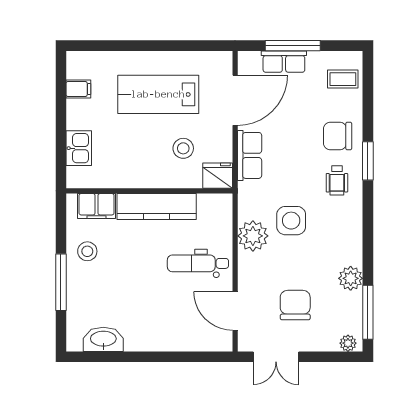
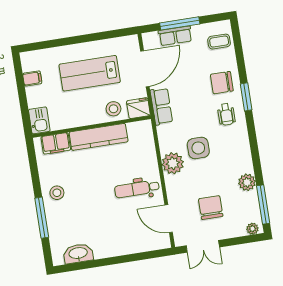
fridge: (218, 176) -> (138, 108), moved
wall: (149, 191) -> (92, 127), moved
filing cabinet: (97, 206) -> (56, 143), moved
kitchen counter: (157, 206) -> (99, 137), moved

